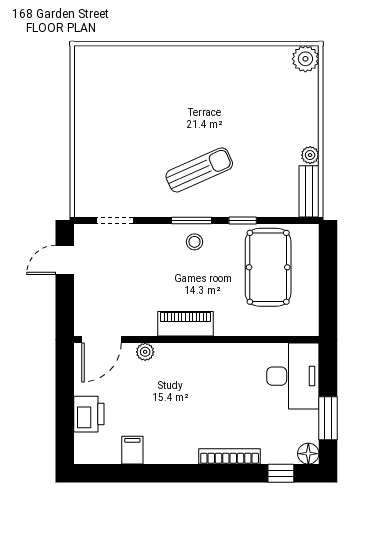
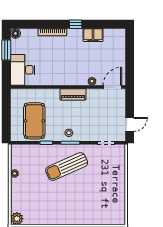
sun lounger: (199, 170) -> (67, 167), width x1.36, depth x1.34
bench: (309, 191) -> (15, 156), removed
printer: (89, 414) -> (118, 52), removed
filing cabinet: (132, 450) -> (93, 35), width x2.00
window: (281, 473) -> (76, 24), moved

